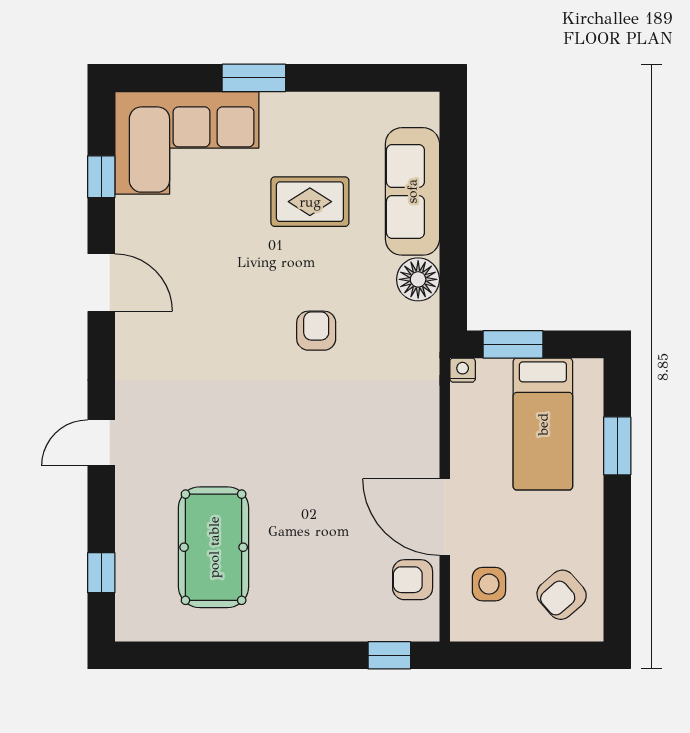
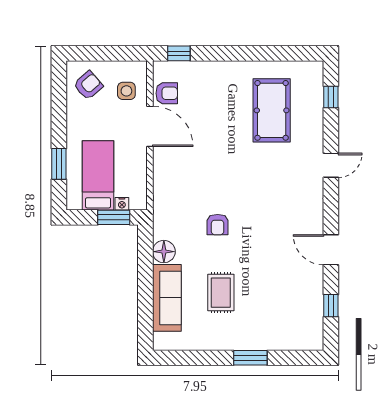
corner sofa: (187, 143) -> (286, 324), removed
rug: (310, 202) -> (221, 293), turned 90
nightstand: (463, 370) -> (122, 204), moved

